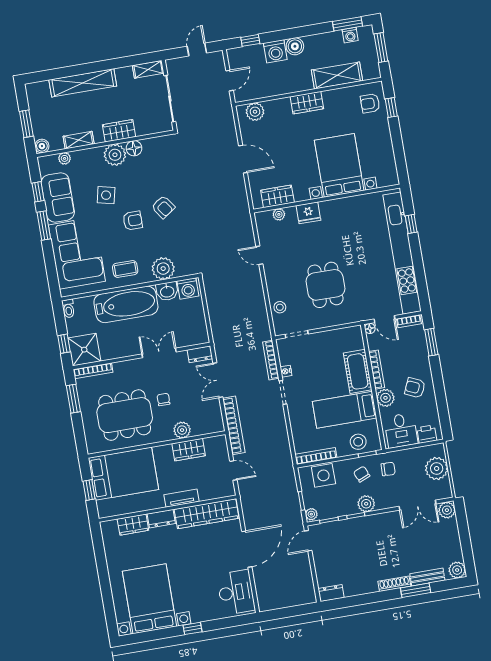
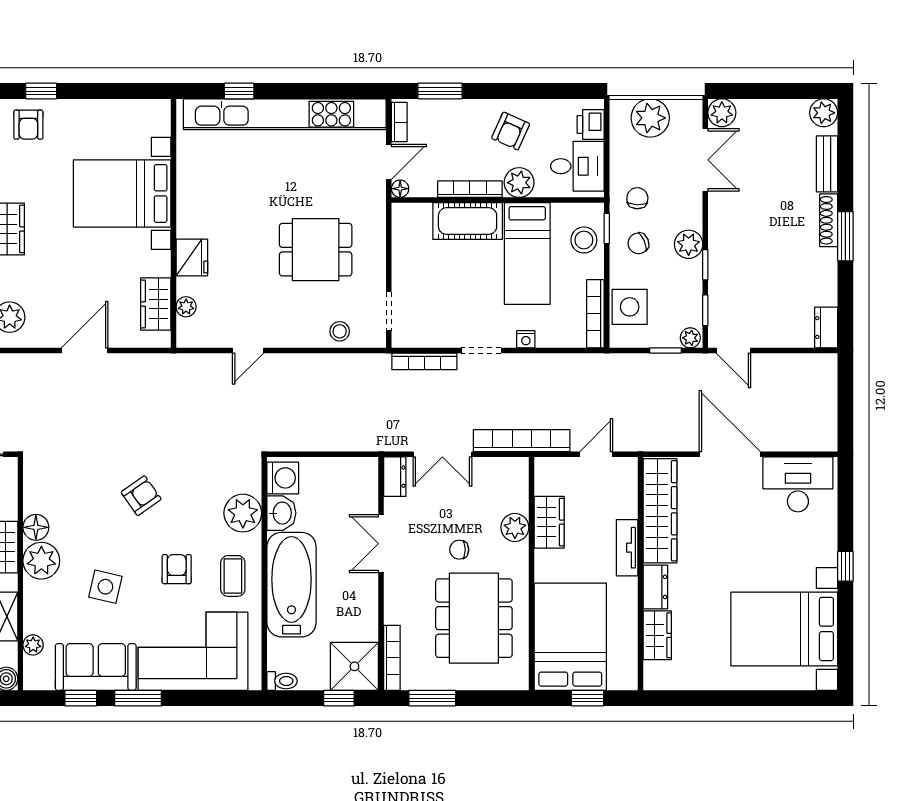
armchair: (133, 221) -> (177, 569), moved
nightstand: (286, 371) -> (526, 339), moved
window: (416, 590) -> (845, 236), moved

